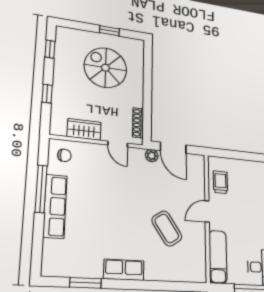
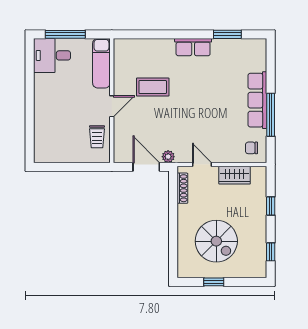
coffee table: (167, 228) -> (153, 87), turned -56

